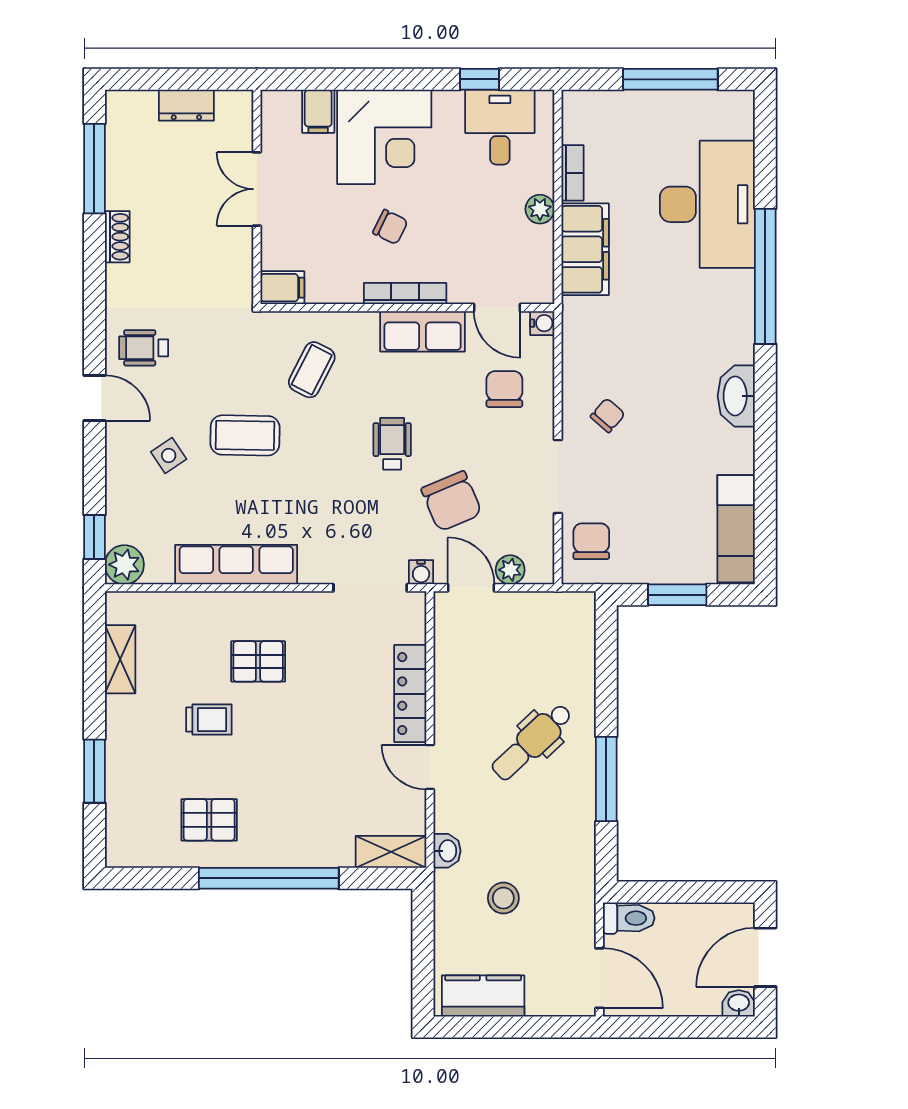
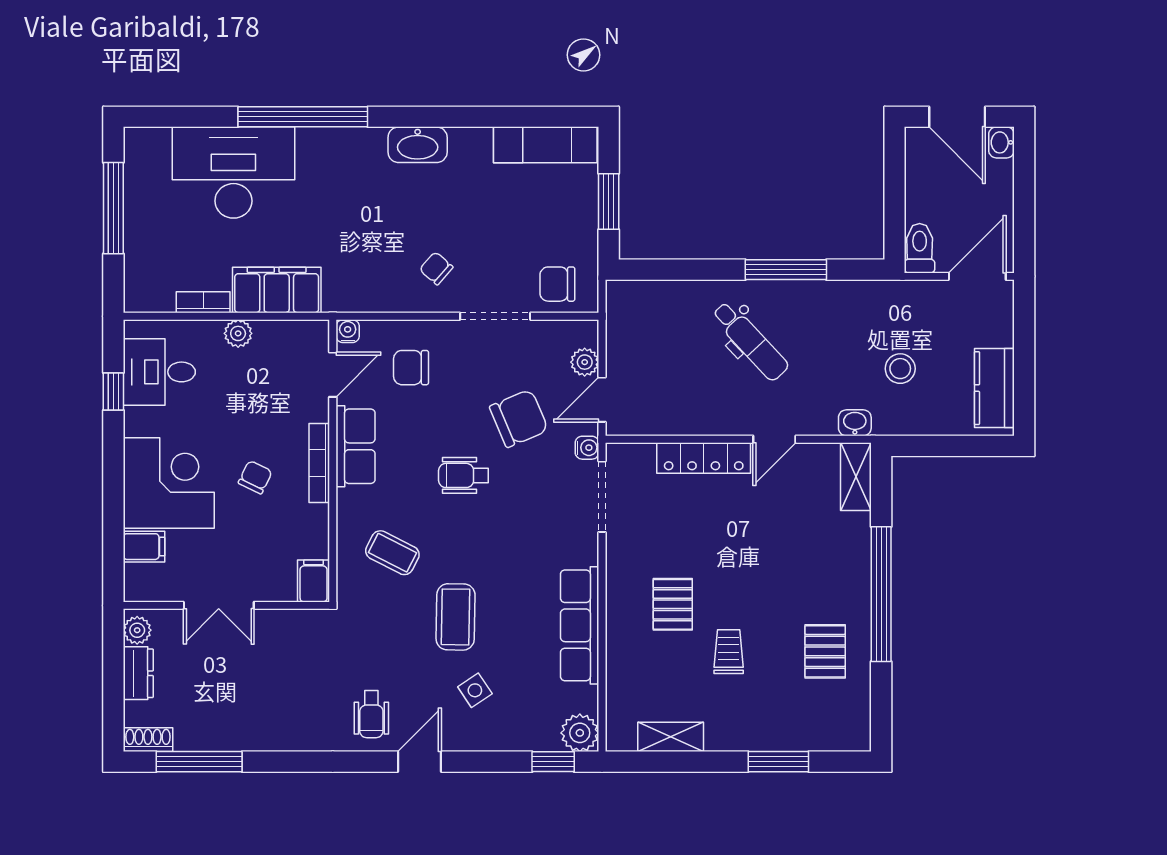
plant: (231, 104) -> (137, 630), added
shoe rack: (117, 237) -> (148, 740), moved

